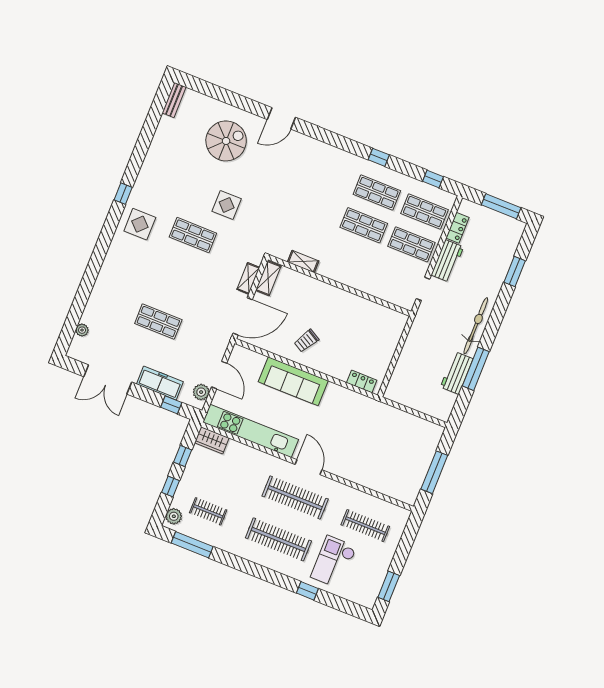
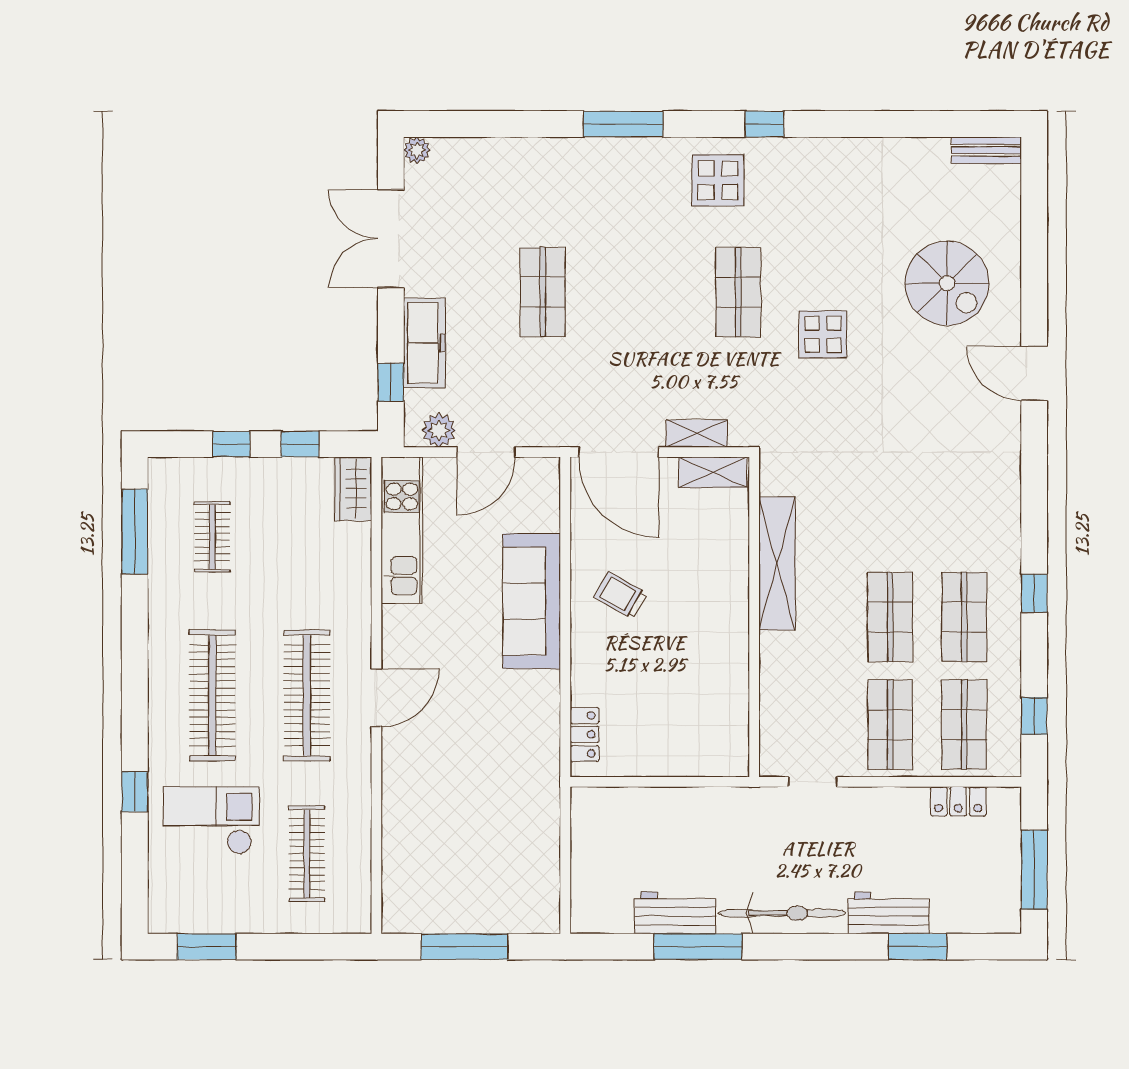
window: (98, 256) -> (623, 124), added
shelving: (303, 261) -> (777, 564), width x2.20, depth x1.33
workbench: (447, 261) -> (889, 913), moved, turned 180
plant: (82, 330) -> (417, 150), moved
kitchen unit: (251, 431) -> (402, 530), width x0.73
plant: (174, 516) -> (176, 474), removed

